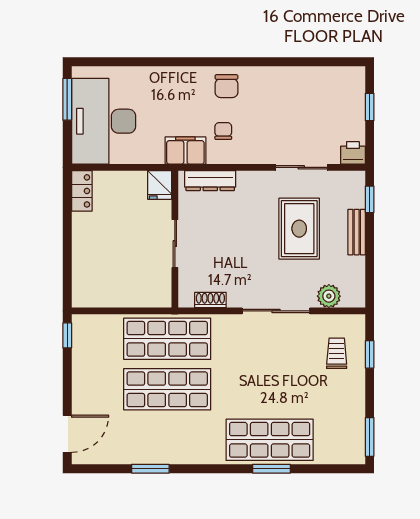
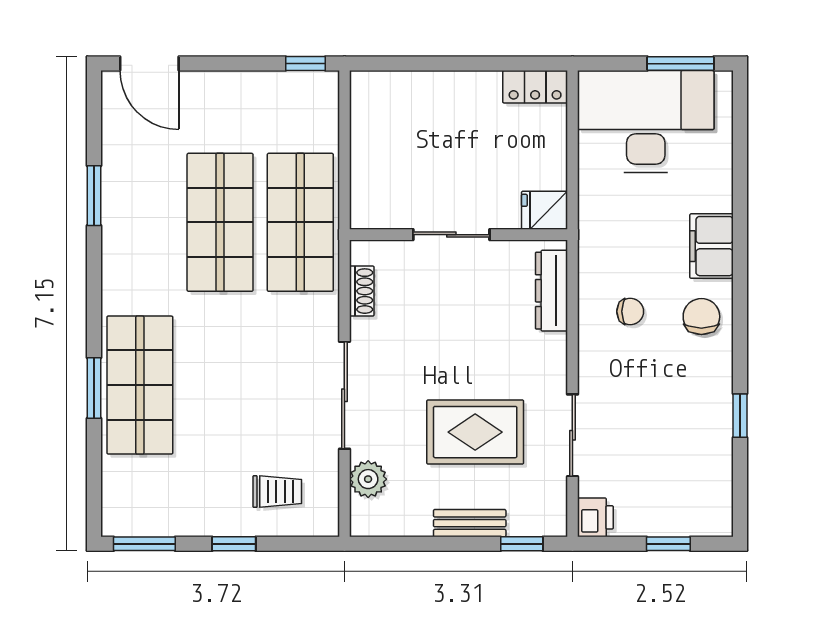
window: (289, 62) -> (740, 416), added
chair: (226, 86) -> (701, 317), turned 90
filing cabinet: (185, 150) -> (712, 246), moved, turned 180
window: (370, 354) -> (234, 544), moved

